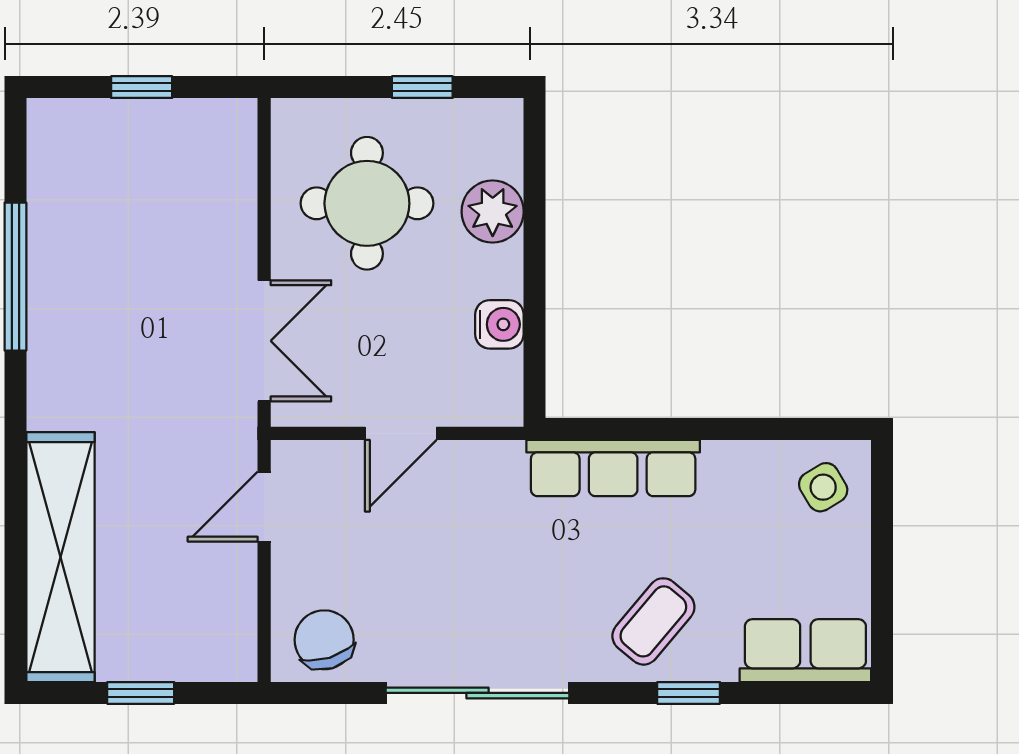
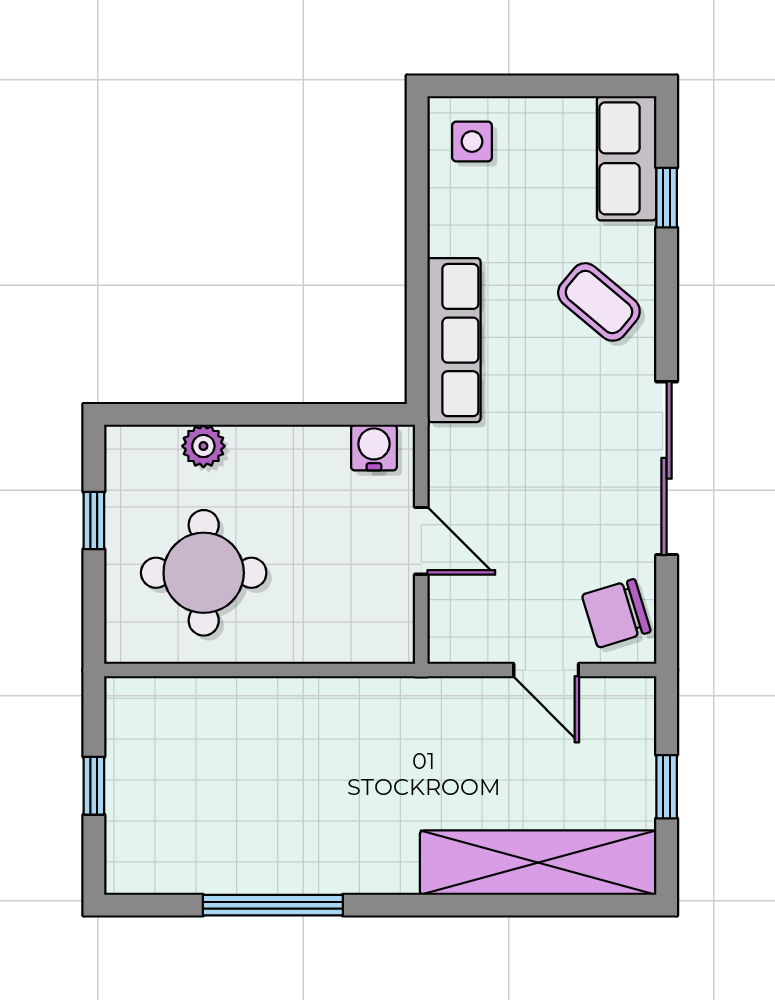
plant: (493, 212) -> (203, 446), width x0.73, depth x0.73
water cooler: (499, 324) -> (374, 448), moved
double door: (264, 341) -> (334, 670), removed
side table: (823, 487) -> (472, 141), turned 31
door: (264, 507) -> (546, 670), moved
window: (689, 693) -> (667, 198), moved

